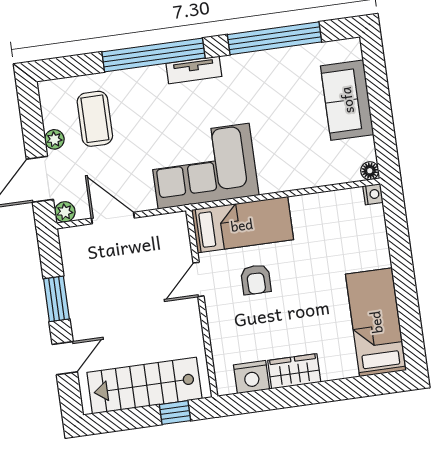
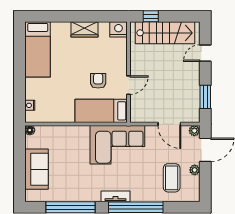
nightstand: (373, 194) -> (30, 105), moved
window: (56, 299) -> (205, 97), moved
nightstand: (252, 377) -> (118, 29), moved

